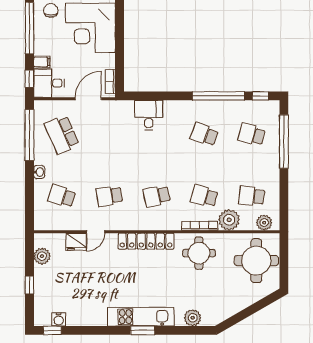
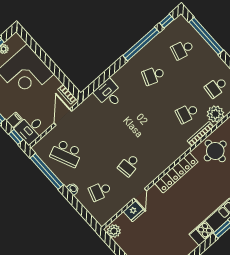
school desk: (157, 196) -> (158, 139), removed
plant: (42, 256) -> (114, 231), moved

